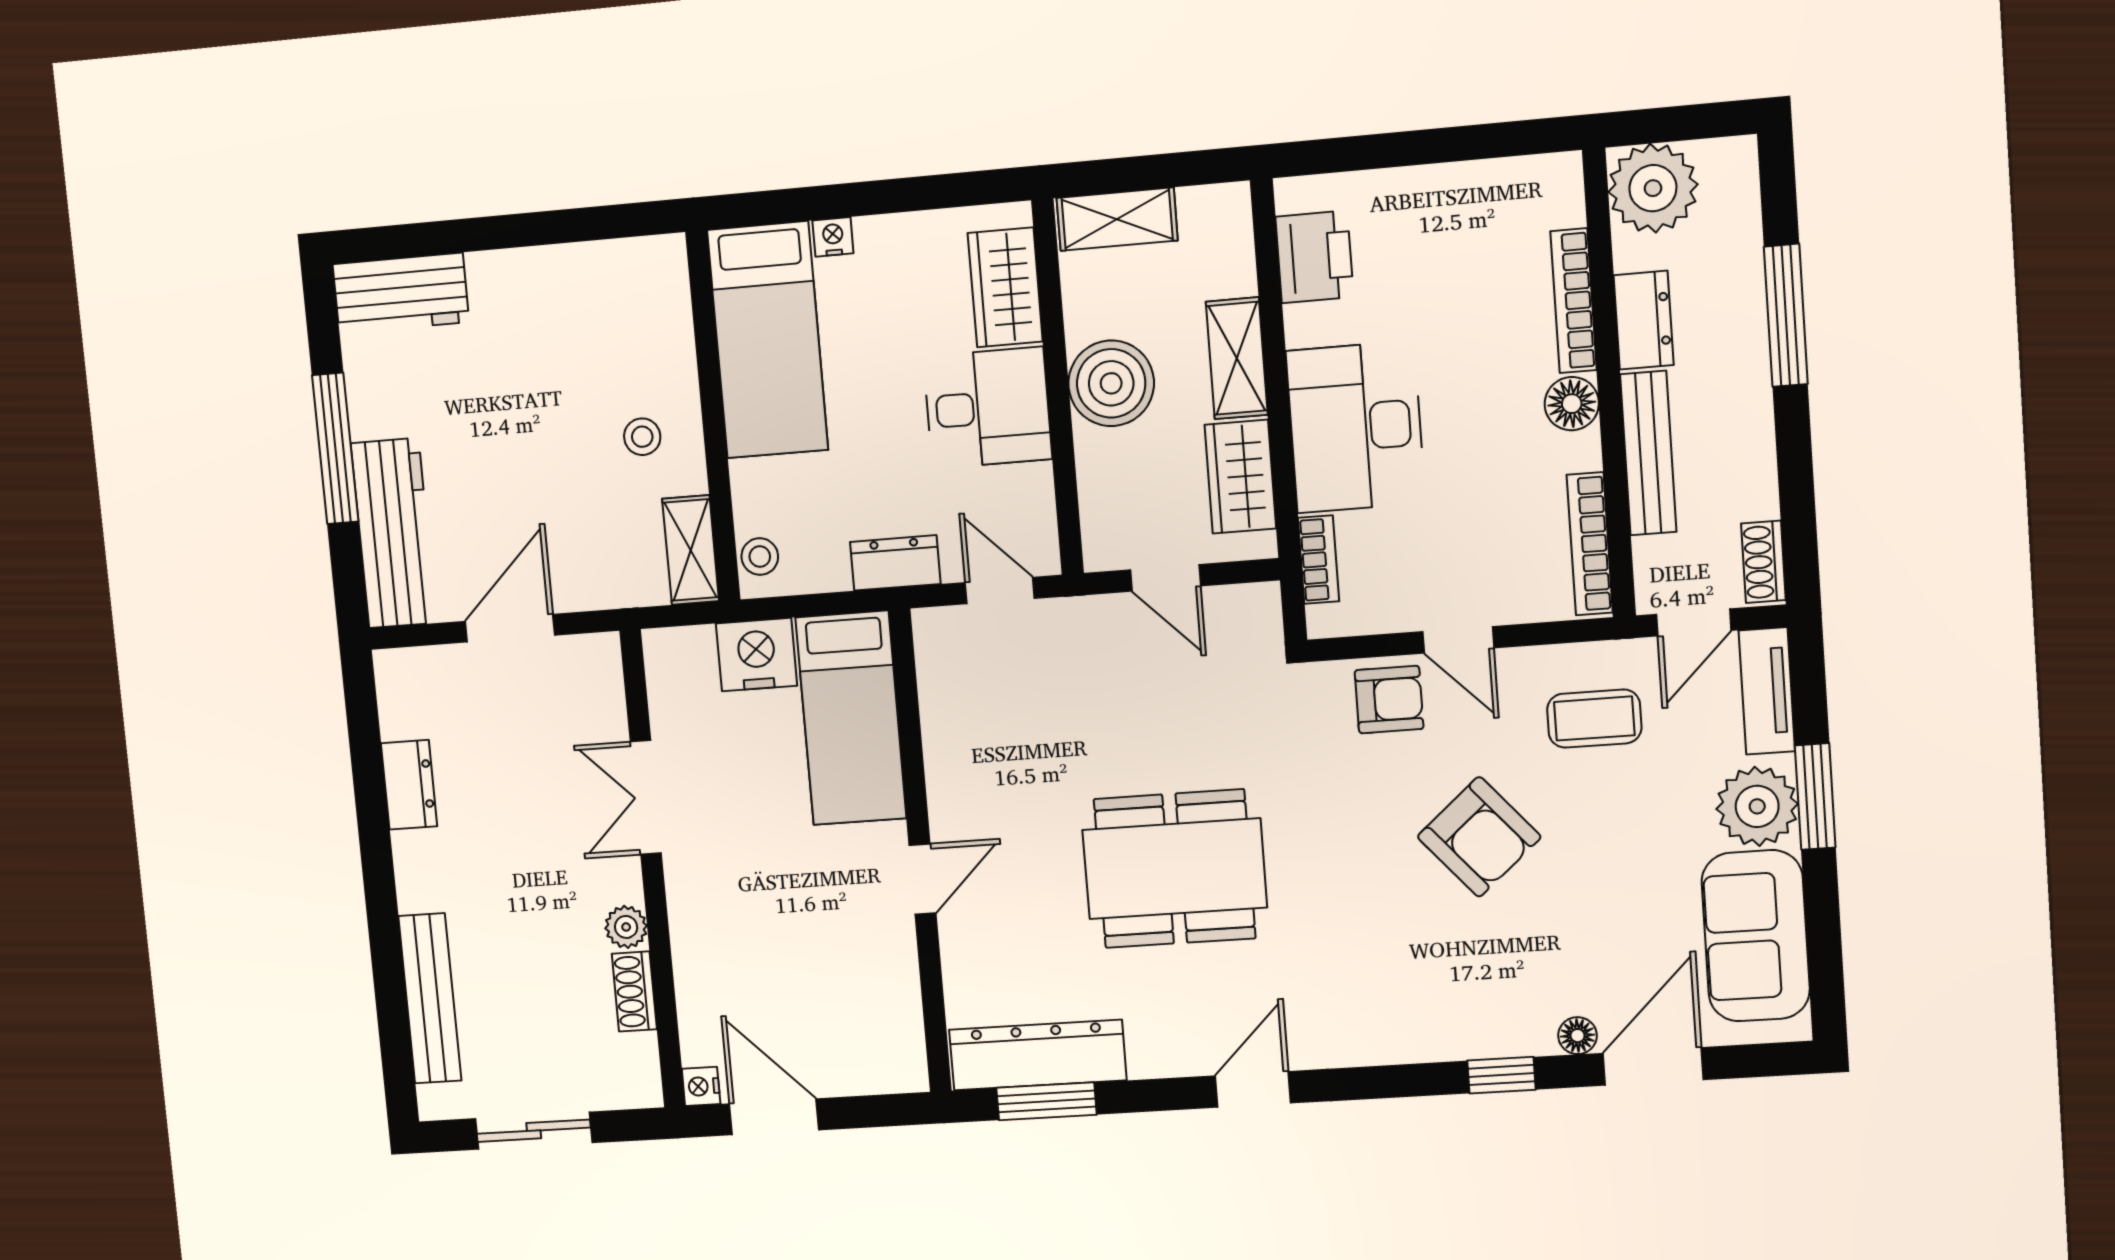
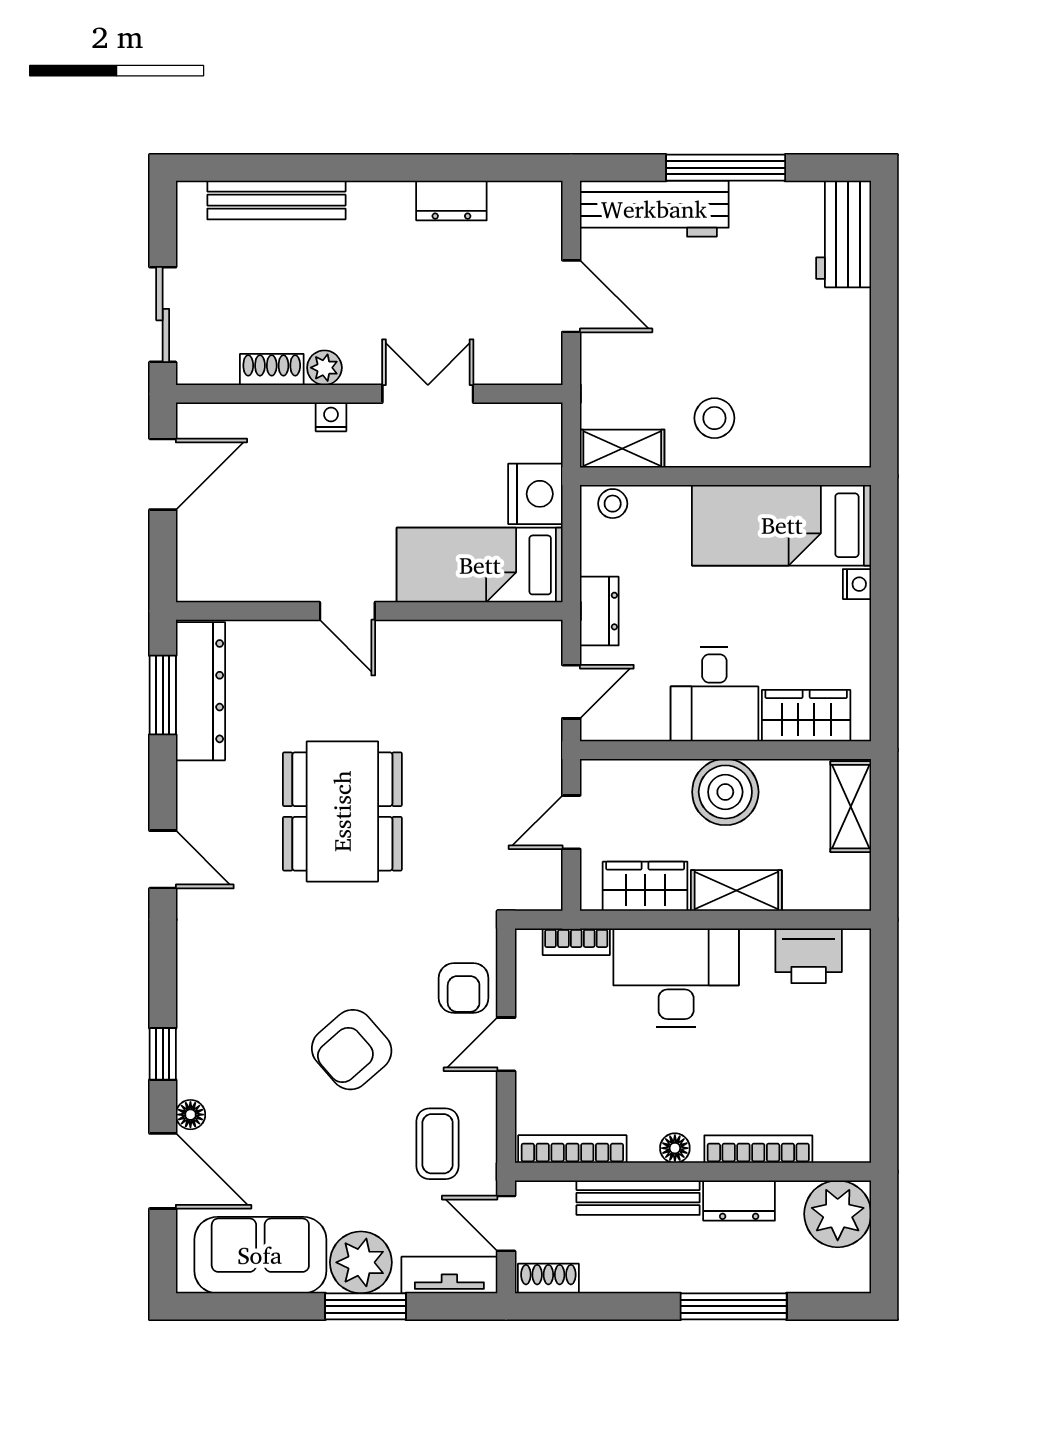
floor lamp: (1572, 404) -> (675, 1148), width x0.73, depth x0.73
stool: (642, 437) -> (714, 418), width x1.37, depth x1.37
nightstand: (701, 1086) -> (331, 417), moved
sliding door: (534, 1131) -> (163, 315), moved

